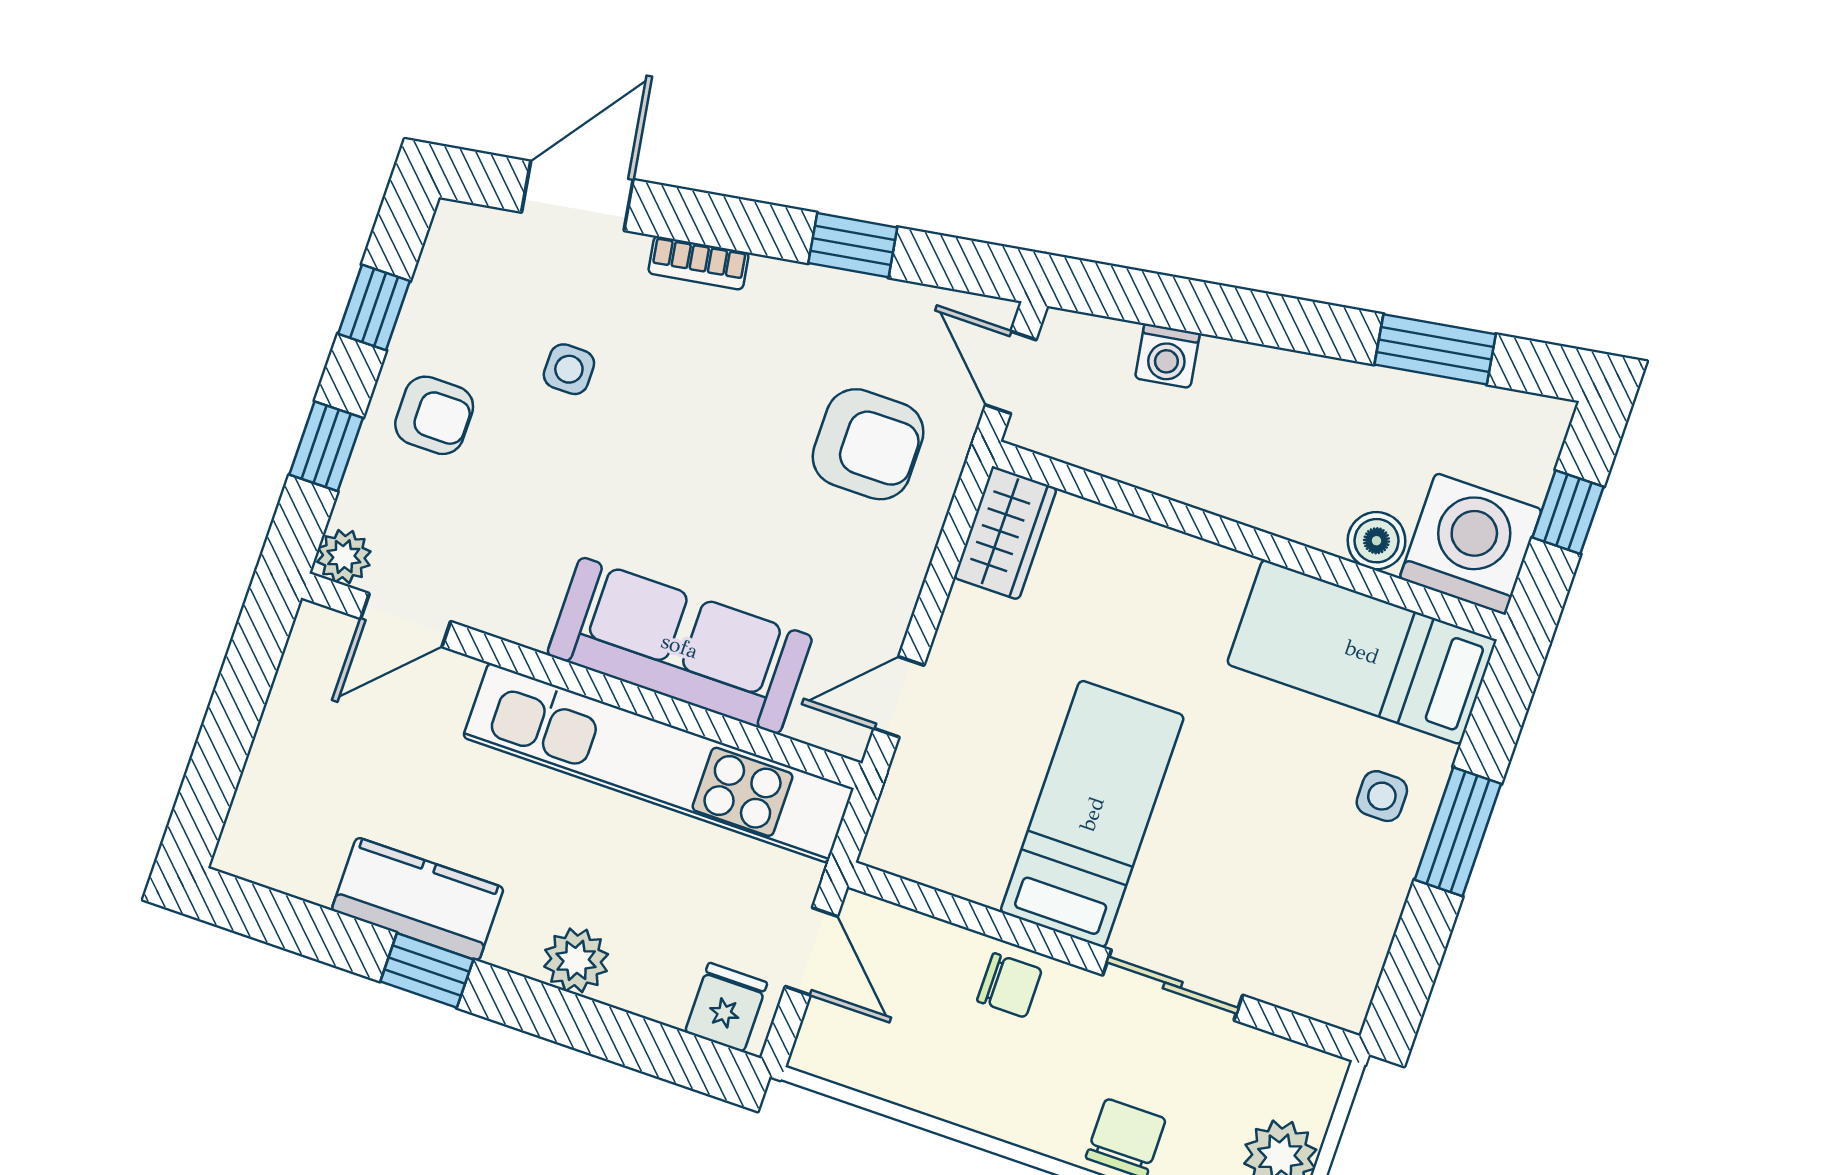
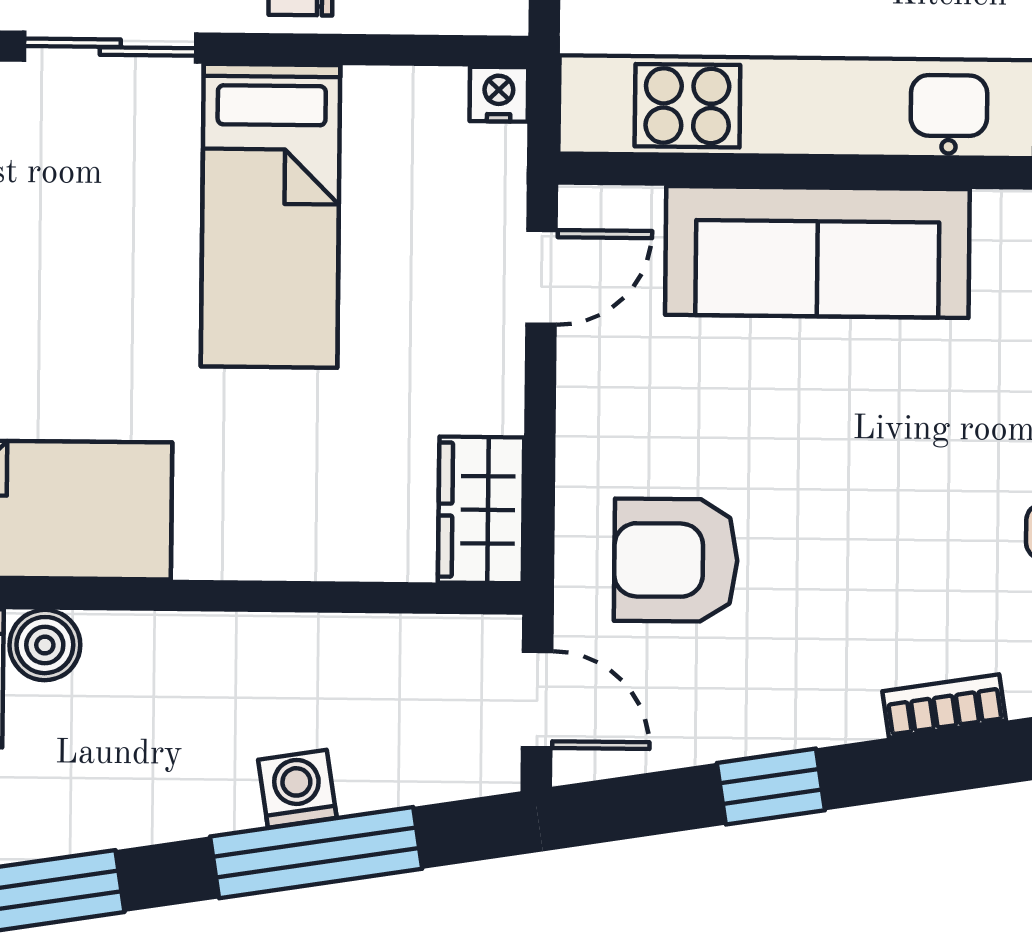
window: (1221, 311) -> (316, 853), added
washing machine: (1167, 356) -> (297, 789), moved
nightstand: (885, 849) -> (499, 94), added

